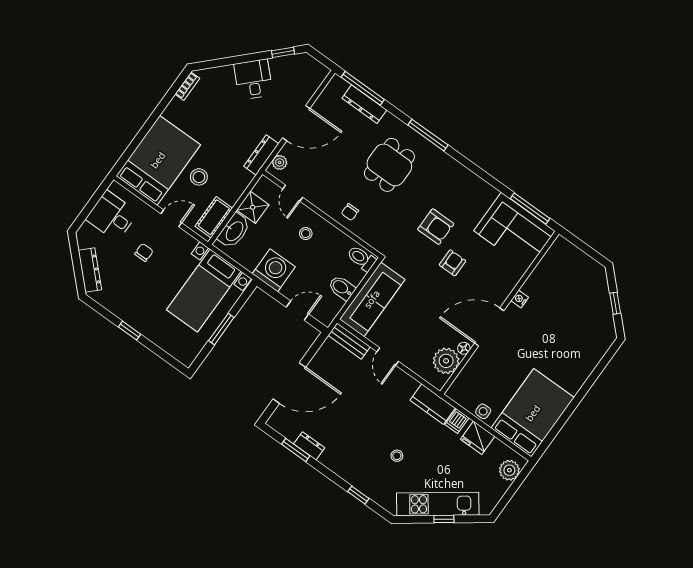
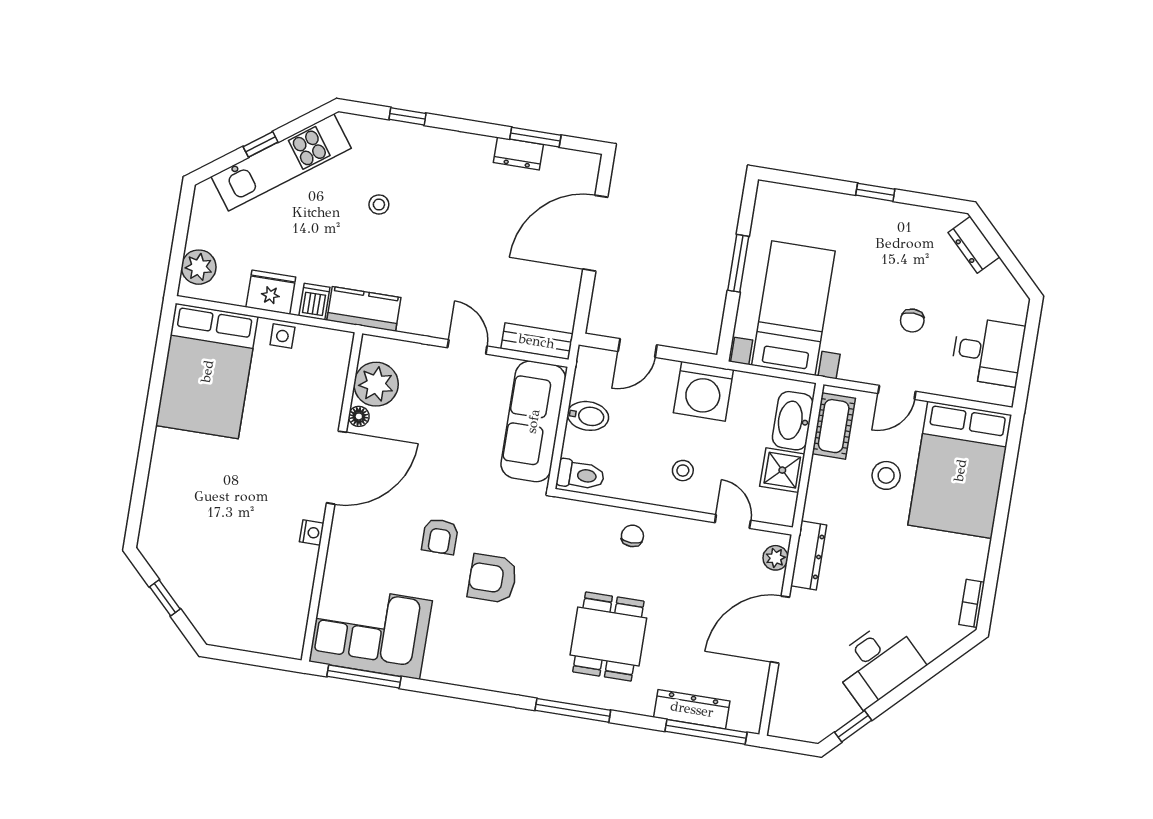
desk: (253, 79) -> (878, 663), width x1.37
dresser: (90, 270) -> (974, 245), width x0.70

